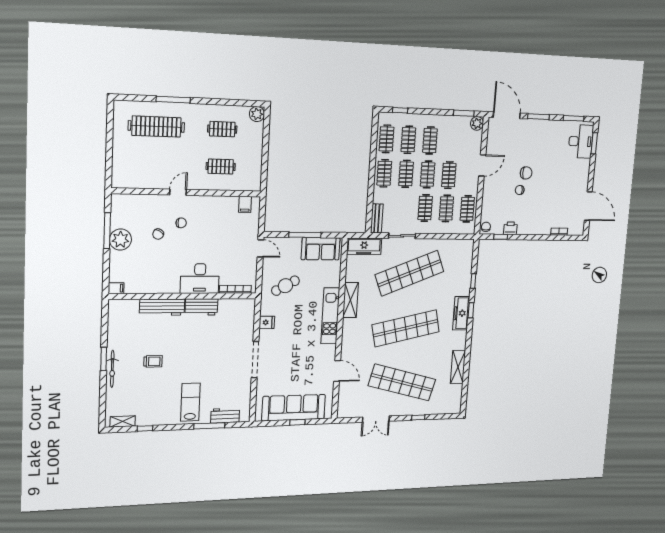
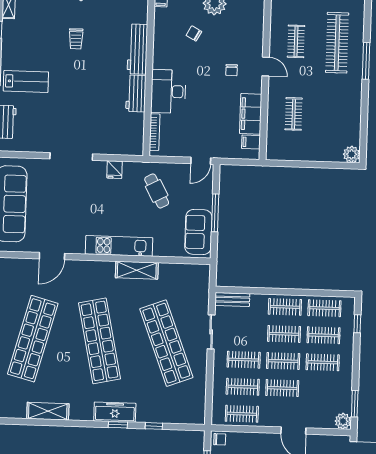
clothes rail: (222, 129) -> (296, 41), moved
filing cabinet: (220, 205) -> (251, 114), added
chair: (158, 234) -> (194, 33), moved
freezer: (364, 246) -> (200, 285), removed

